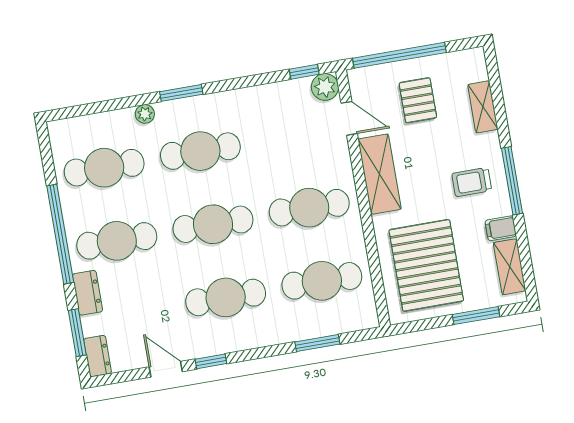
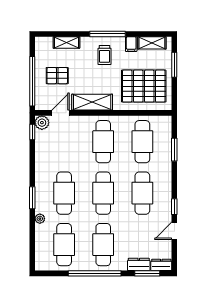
dresser: (88, 293) -> (139, 264), moved

